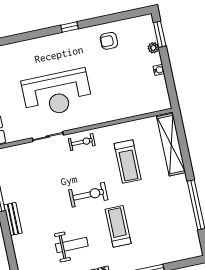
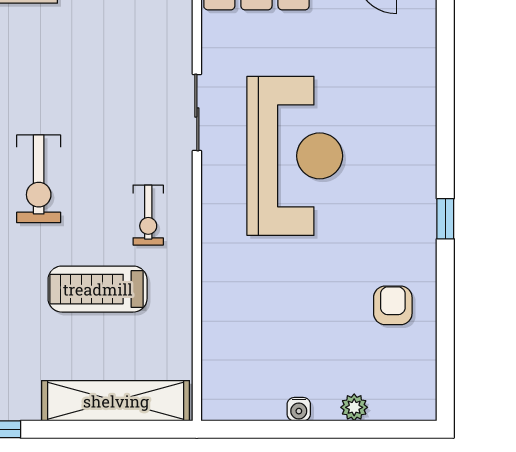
window: (160, 34) -> (383, 429), removed
reception desk: (57, 93) -> (295, 156), turned 180
exercise bike: (82, 142) -> (148, 215), moved

